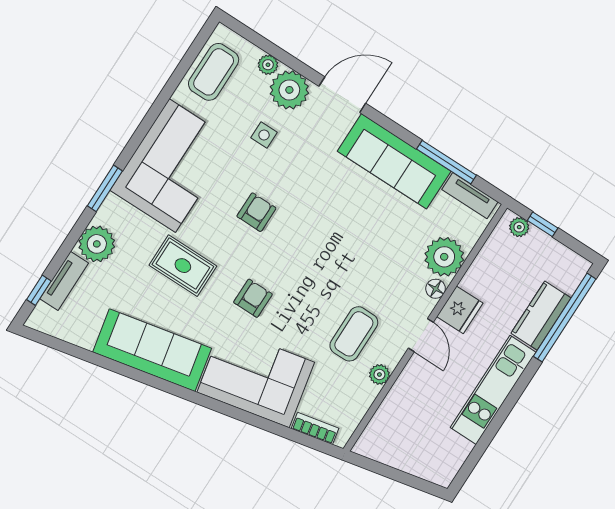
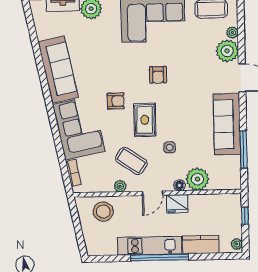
side table: (264, 135) -> (170, 147), moved
tv unit: (470, 196) -> (235, 172), removed
armchair: (256, 212) -> (158, 75), turned 90
plant: (519, 227) -> (237, 244), moved
rug: (183, 266) -> (145, 120), moved
window: (565, 318) -> (159, 257), moved
coffee table: (354, 334) -> (131, 161), turned 34
stool: (399, 423) -> (103, 212), added

